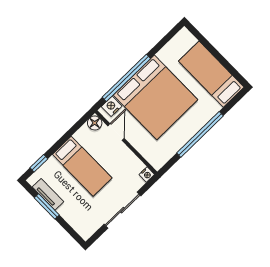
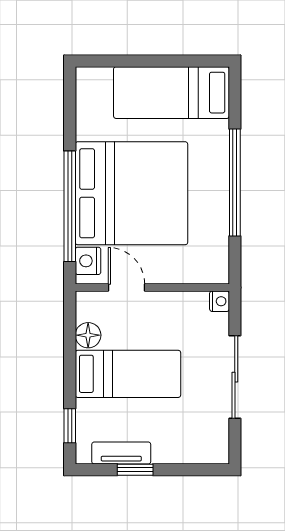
floor lamp: (95, 123) -> (88, 335), moved
window: (47, 206) -> (135, 470), width x0.67

